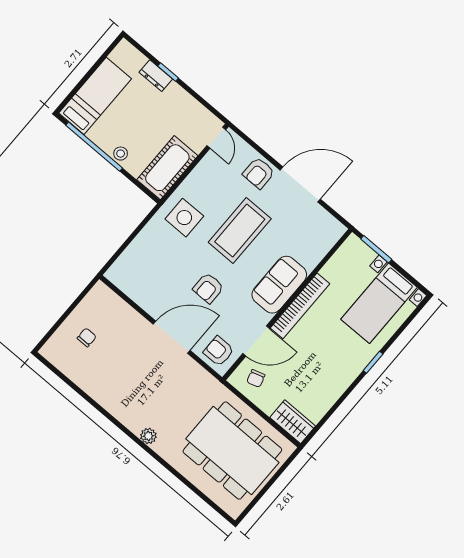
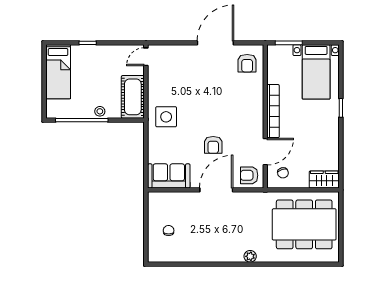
dresser: (156, 76) -> (82, 51), removed
bed: (95, 96) -> (58, 72), moved, turned 180
door: (216, 138) -> (146, 57), swing flipped
armchair: (259, 173) -> (247, 63), moved
coffee table: (240, 230) -> (203, 98), removed
sofa: (279, 285) -> (169, 176), moved, turned 90

